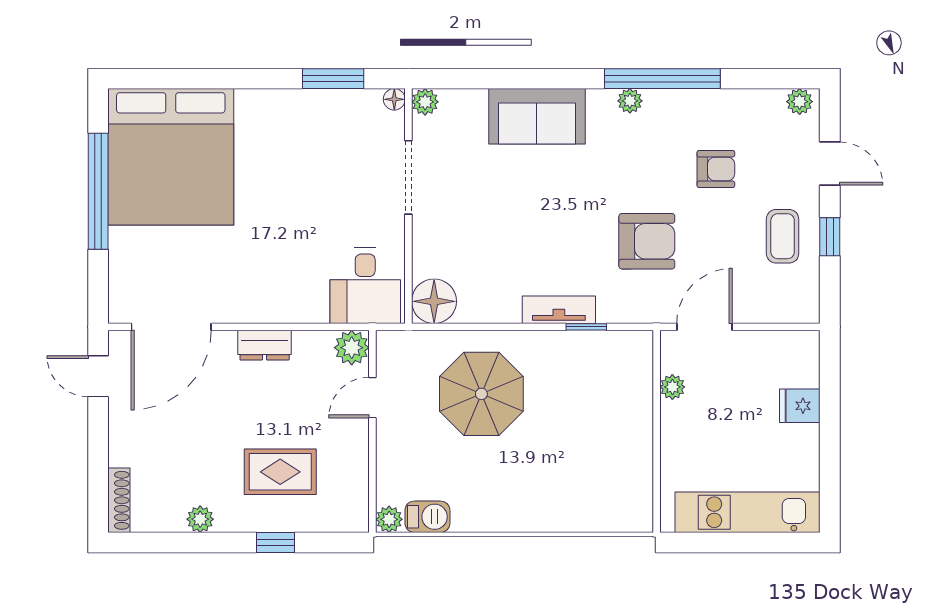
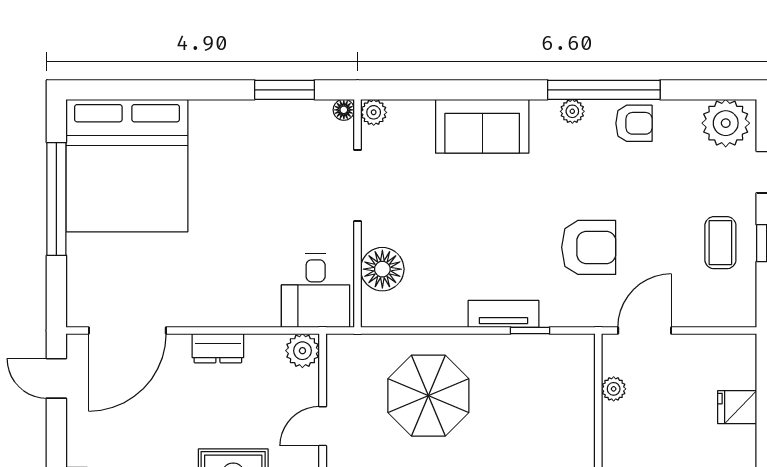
plant: (800, 102) -> (726, 123), width x1.88, depth x1.88
armchair: (716, 169) -> (634, 123), moved
floor lamp: (434, 301) -> (382, 269), moved
door: (372, 398) -> (323, 426), moved

